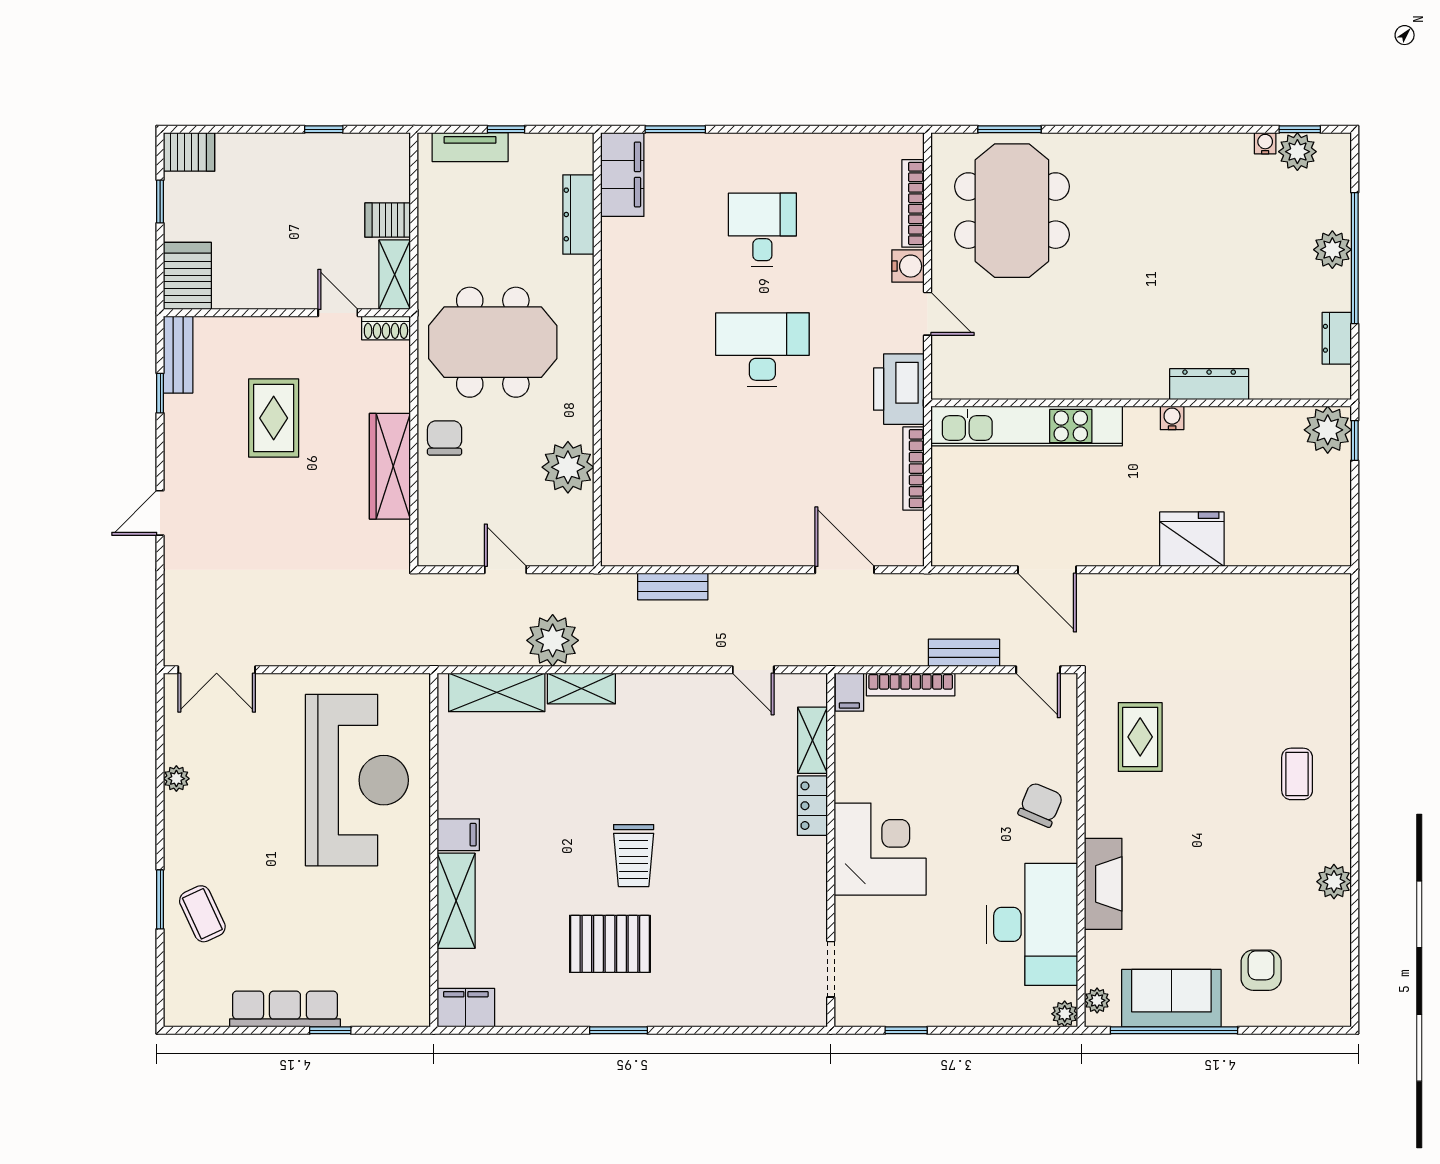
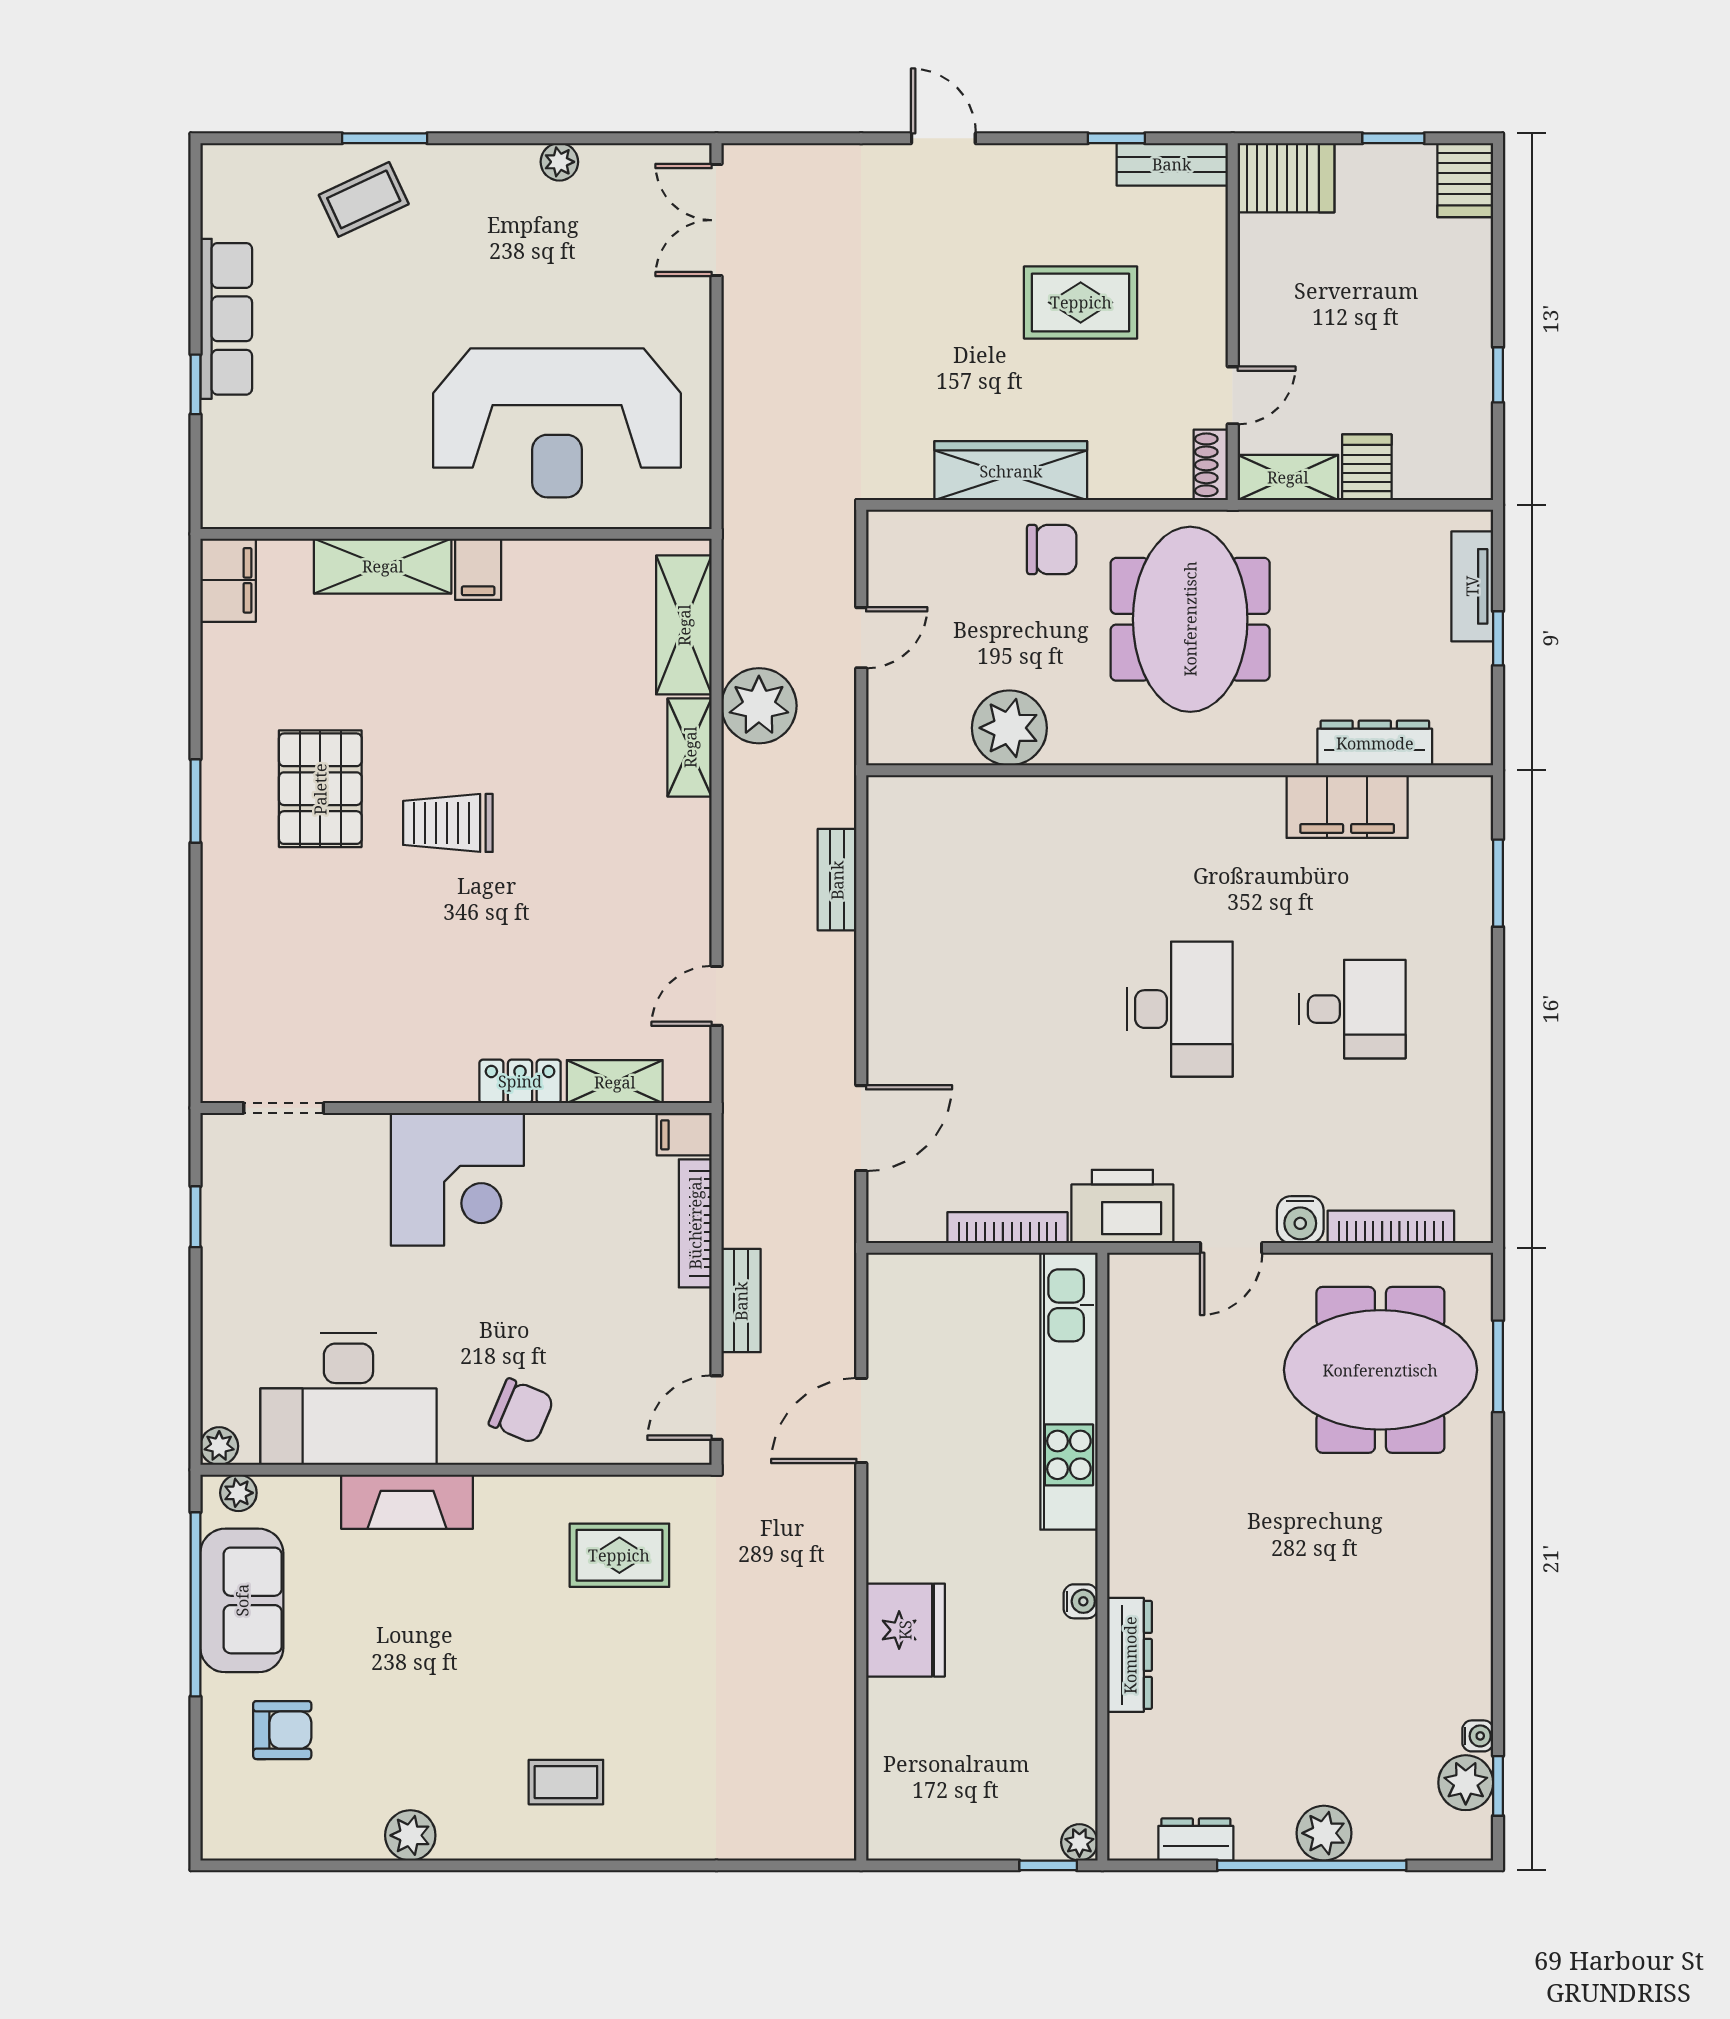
filing cabinet: (622, 174) -> (1347, 806), moved
plant: (1328, 430) -> (1079, 1842), width x0.53, depth x0.53

